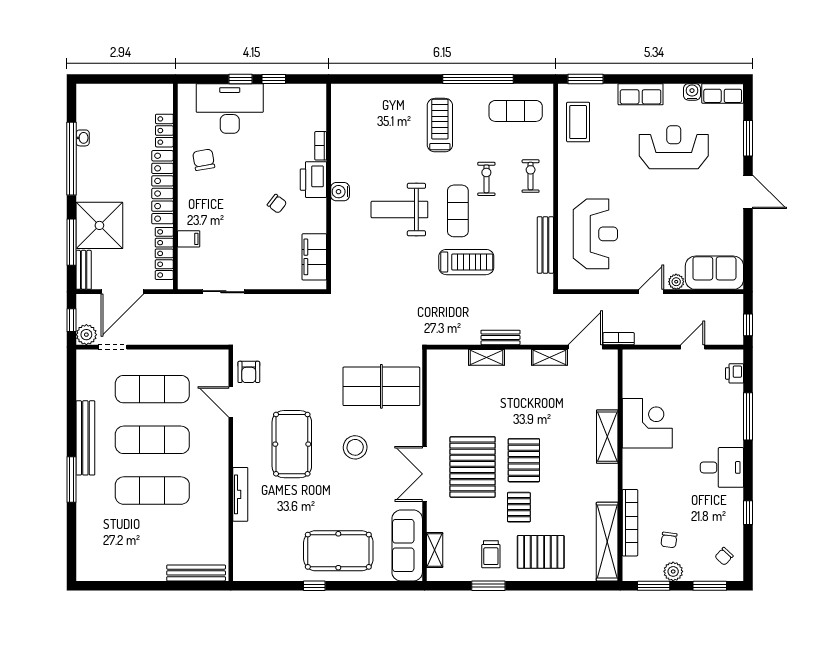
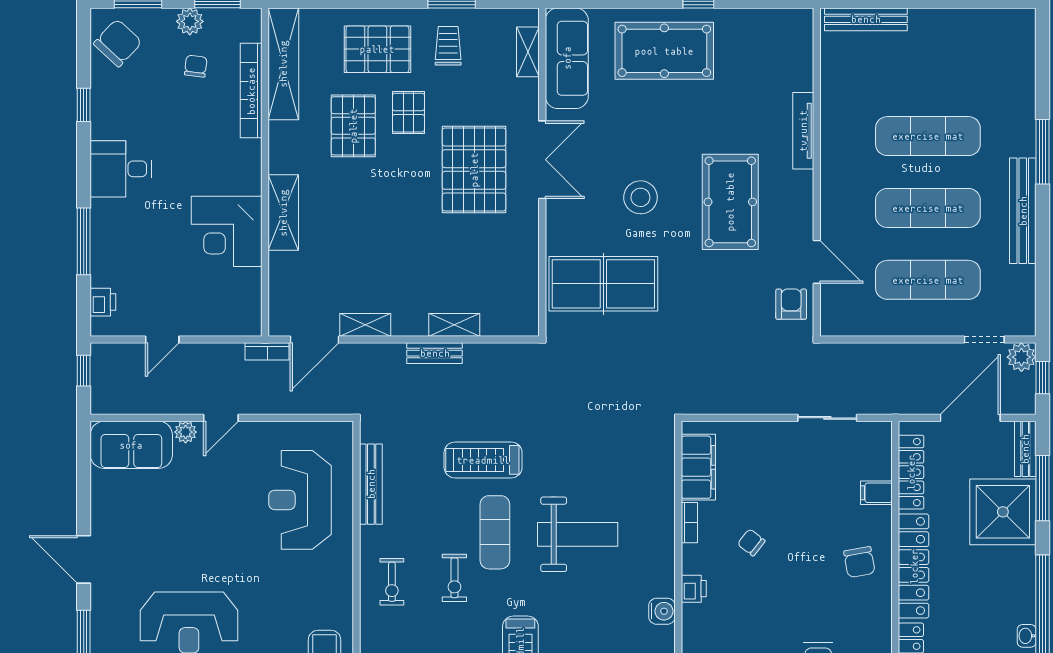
bookcase: (321, 146) -> (689, 523), moved
chair: (204, 160) -> (859, 562), moved
printer: (313, 180) -> (694, 589), width x0.53, depth x0.68
water cooler: (340, 192) -> (662, 611), moved
pallet: (524, 460) -> (353, 126), moved
chair: (724, 556) -> (118, 43), width x1.87, depth x1.87

